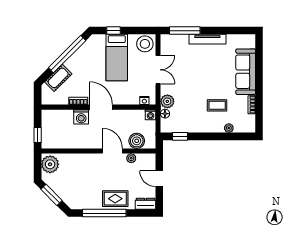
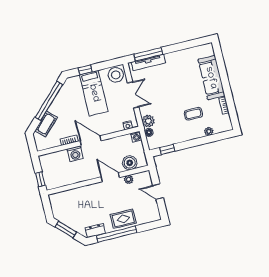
tv unit: (207, 39) -> (148, 62), moved
plant: (50, 164) -> (58, 203), removed
dresser: (146, 204) -> (95, 230), moved

